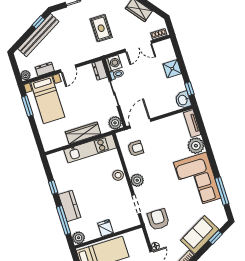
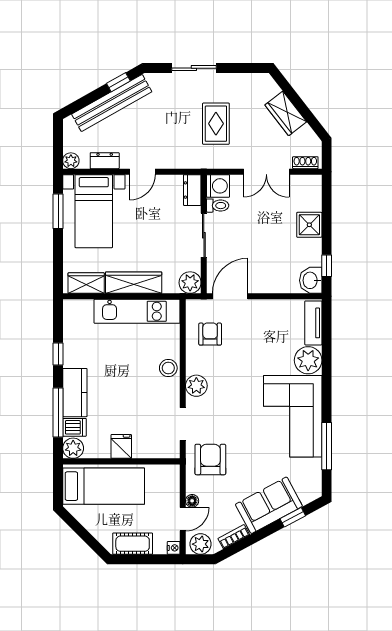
wardrobe: (56, 142) -> (86, 283), added
armchair: (136, 148) -> (210, 334), turned -90
dishwasher: (76, 226) -> (74, 427), added

